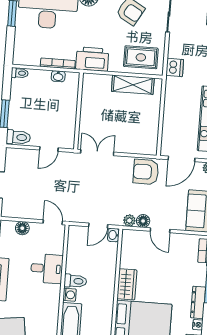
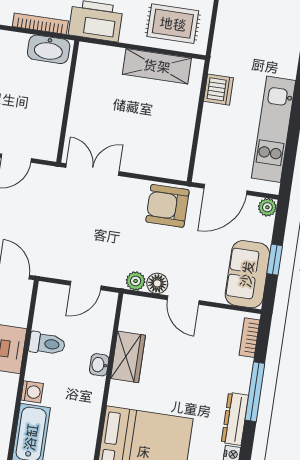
dishwasher: (175, 67) -> (218, 90), moved
washbasin: (58, 76) -> (49, 49), width x1.91, depth x1.45
washbasin: (113, 235) -> (99, 365), moved
toilet: (75, 281) -> (47, 344), moved
wardrobe: (127, 284) -> (128, 357), moved

